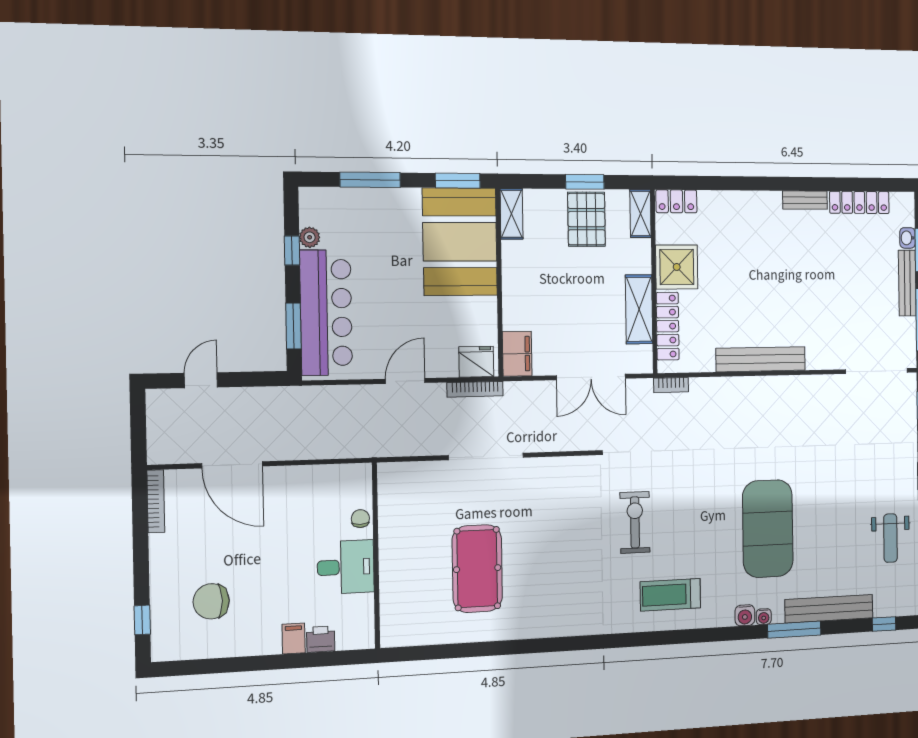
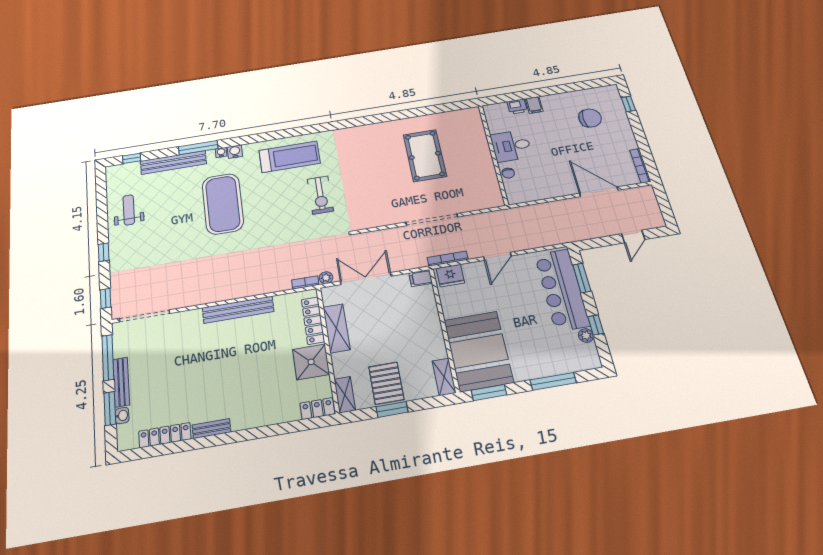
filing cabinet: (517, 354) -> (421, 278), width x0.50
plant: (643, 388) -> (326, 278), added
treadmill: (670, 595) -> (289, 157), width x1.37, depth x1.38

